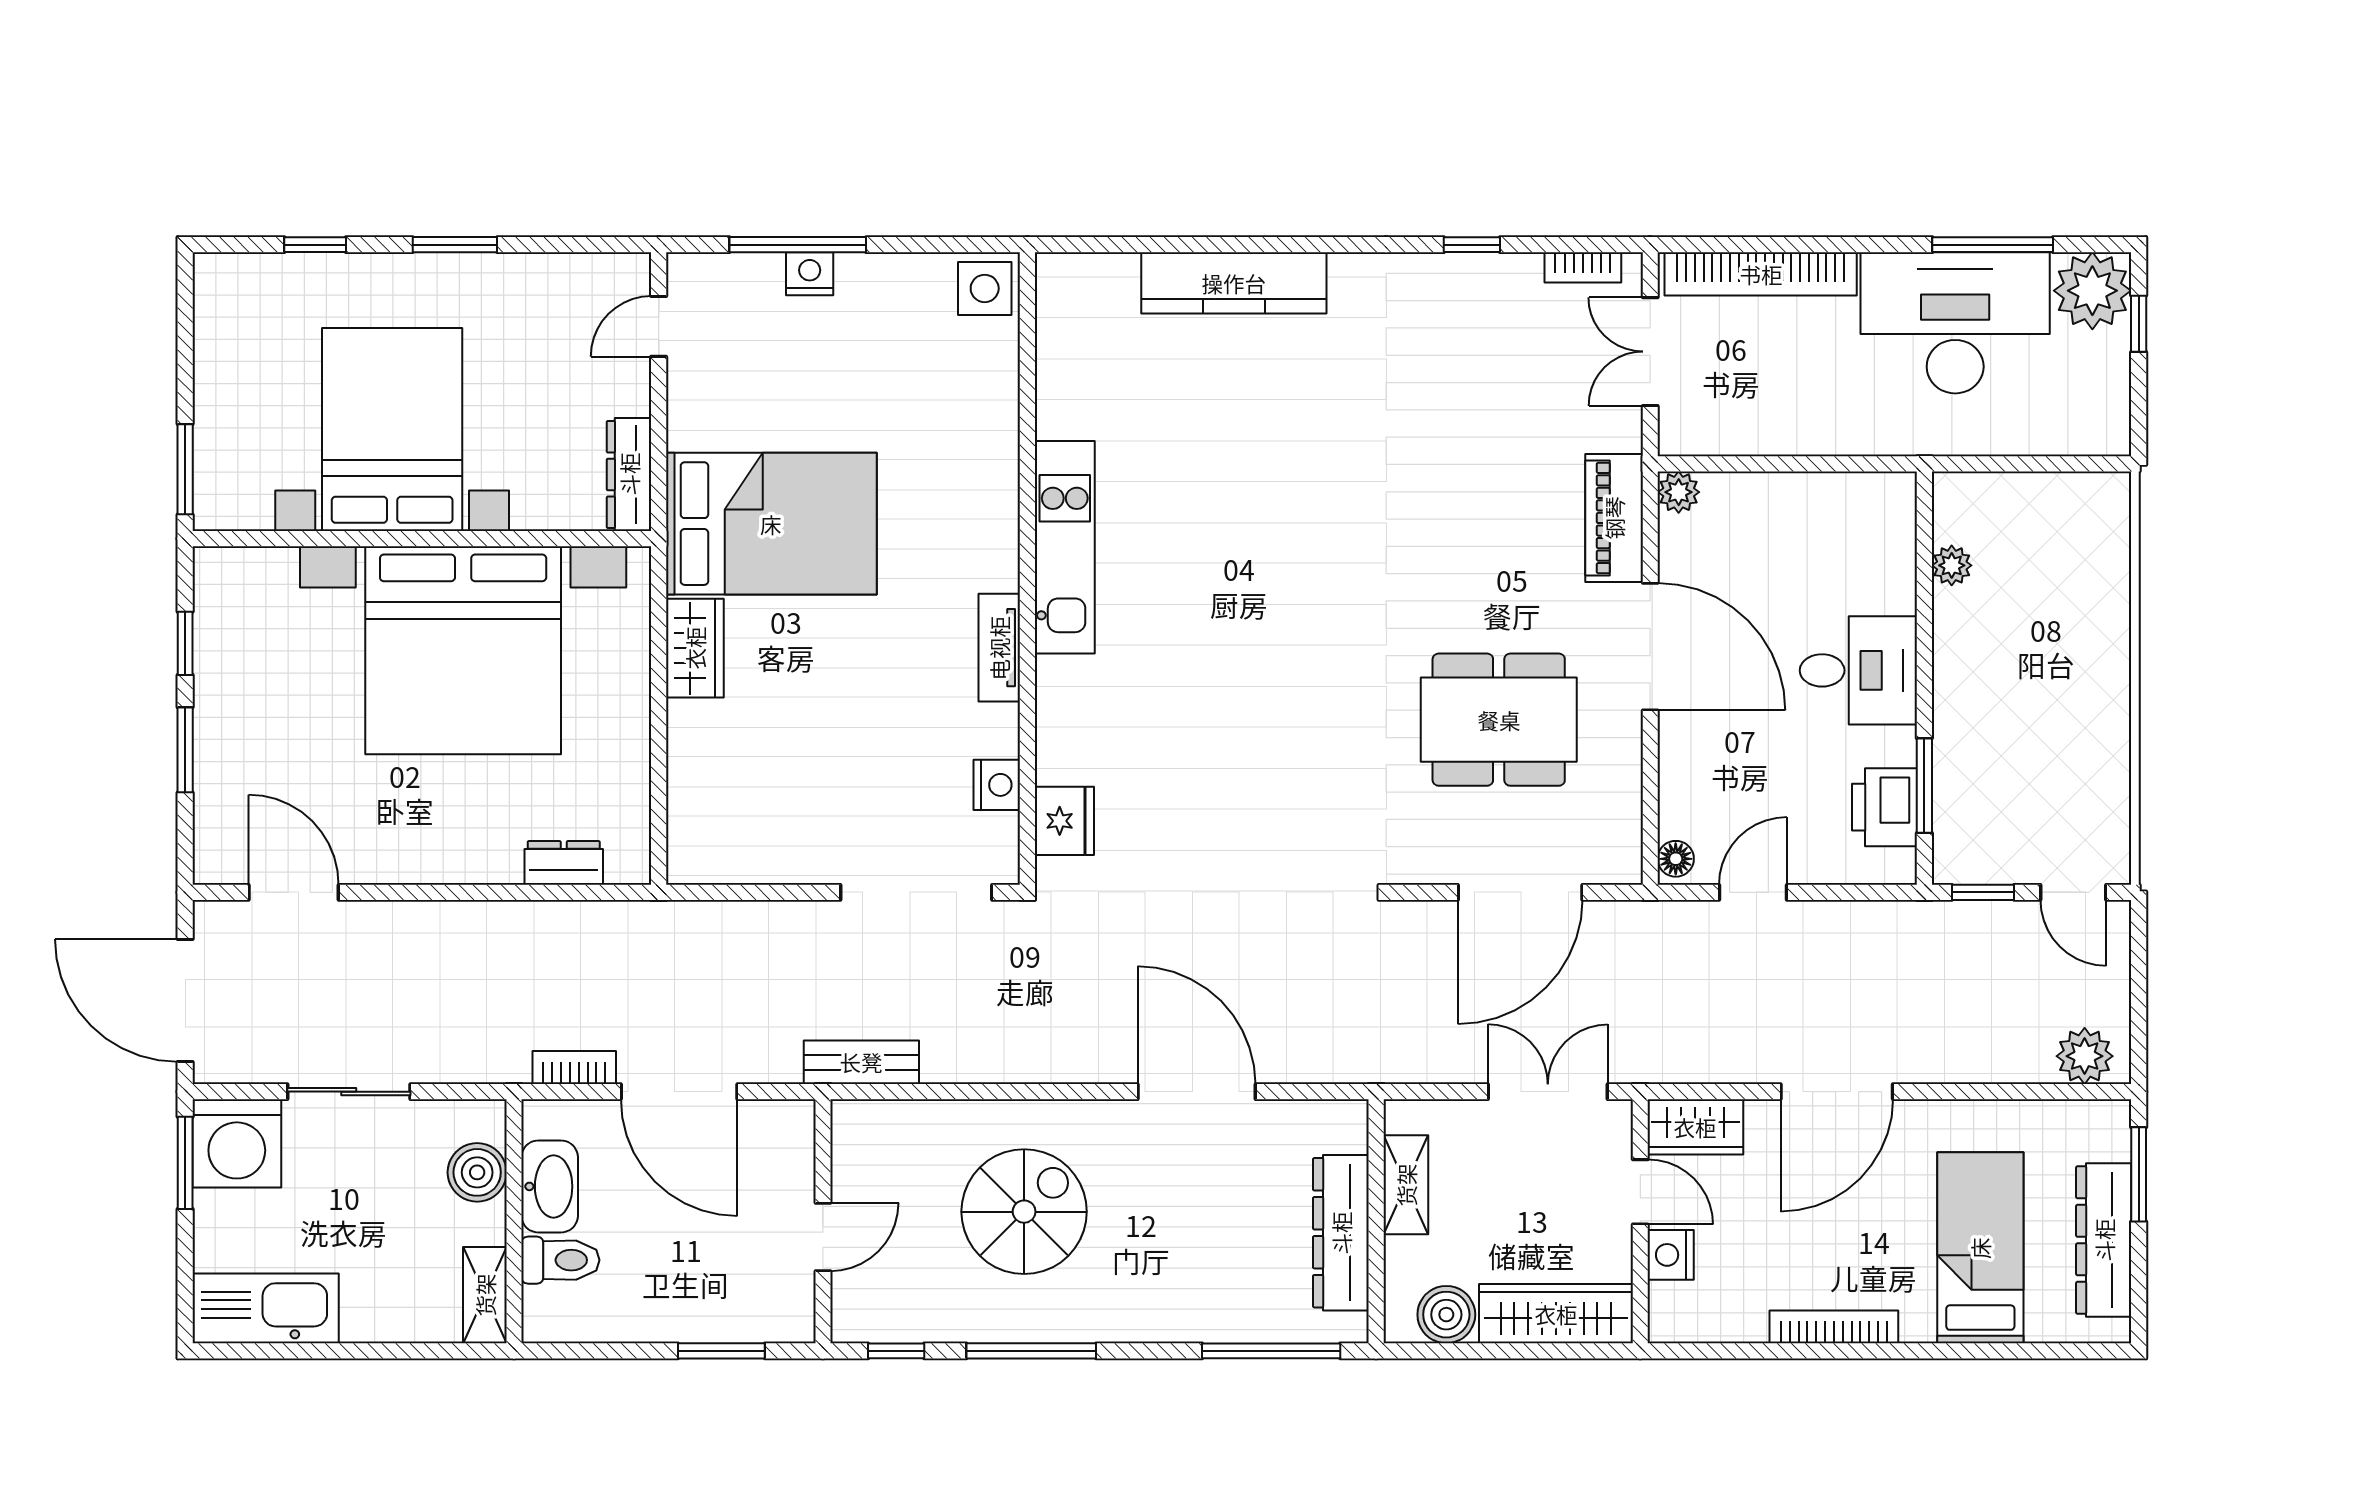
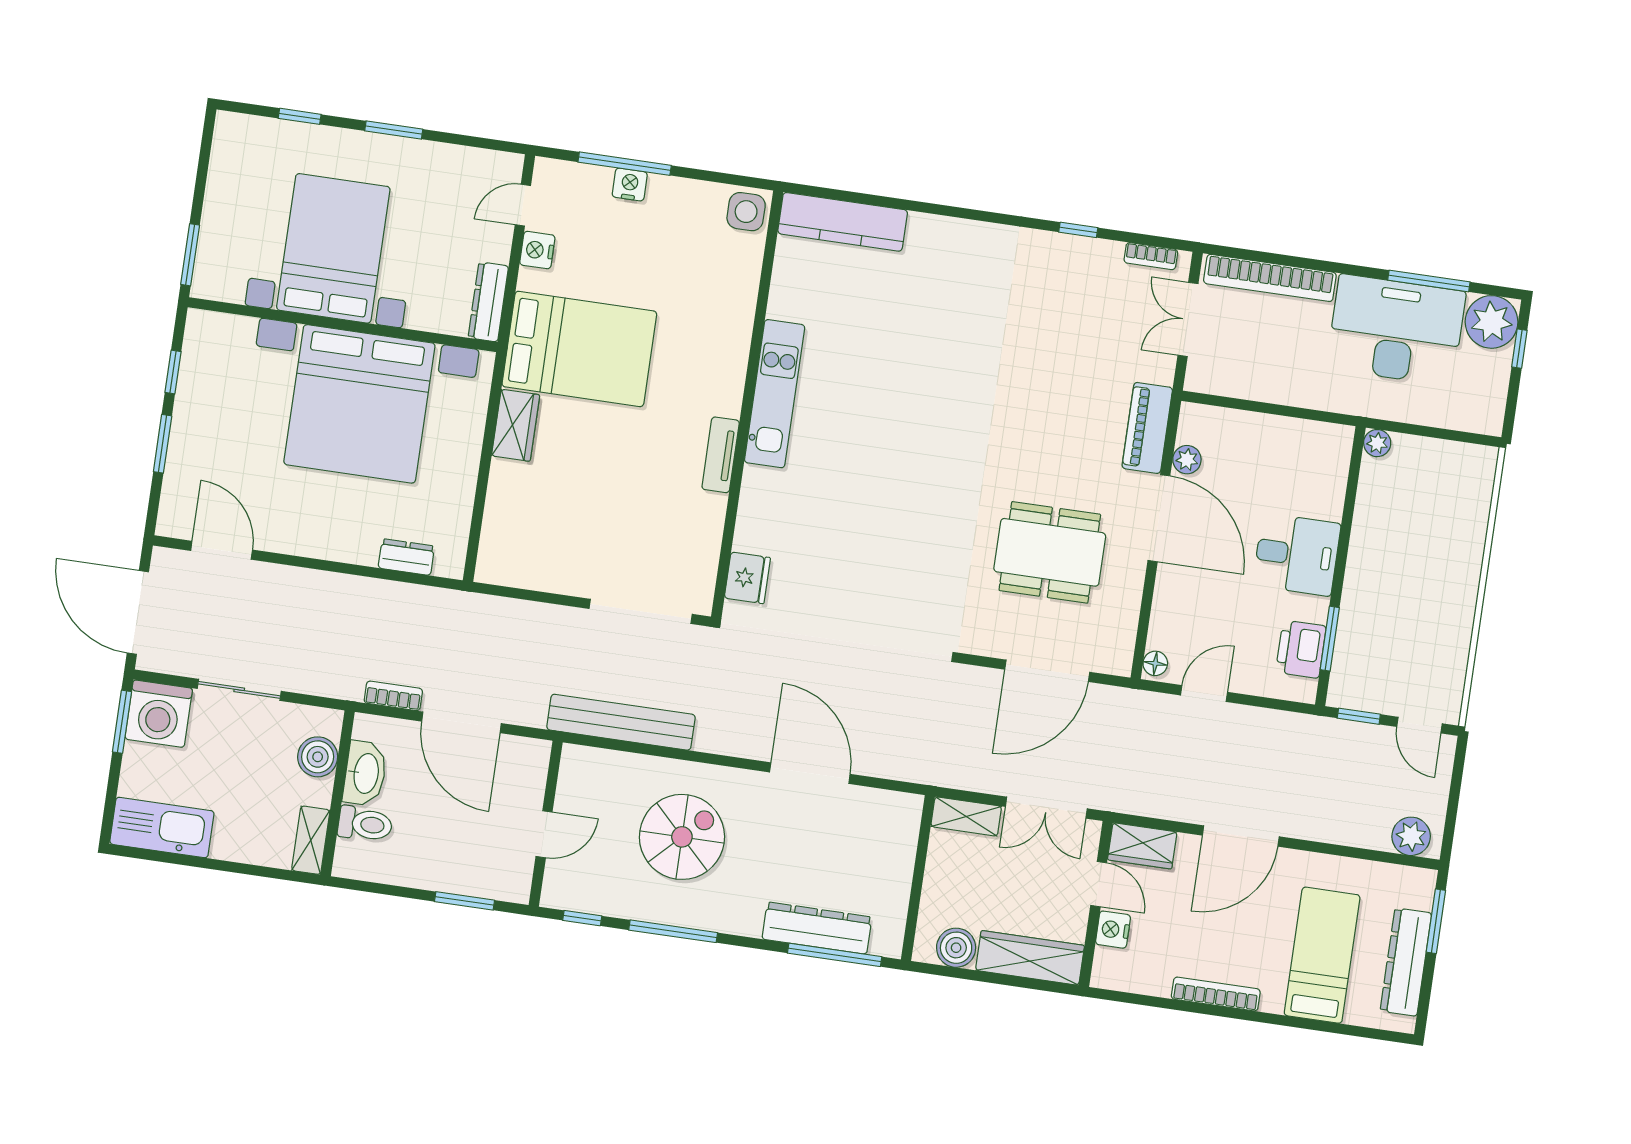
kitchen counter: (1234, 283) -> (843, 222), moved
plant: (1679, 492) -> (1187, 460), moved
plant: (1952, 565) -> (1377, 443), moved
nightstand: (997, 785) -> (537, 250), moved, turned 180
bench: (861, 1062) -> (621, 722), width x1.86, depth x1.21
double door: (1548, 1092) -> (1046, 808), swing flipped
shelving: (1406, 1185) -> (966, 816), moved, turned 90
dresser: (1341, 1233) -> (817, 928), moved, turned 90

